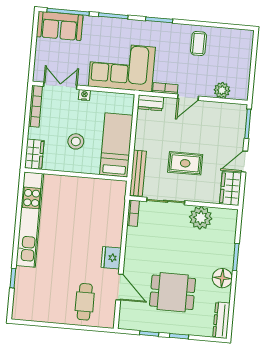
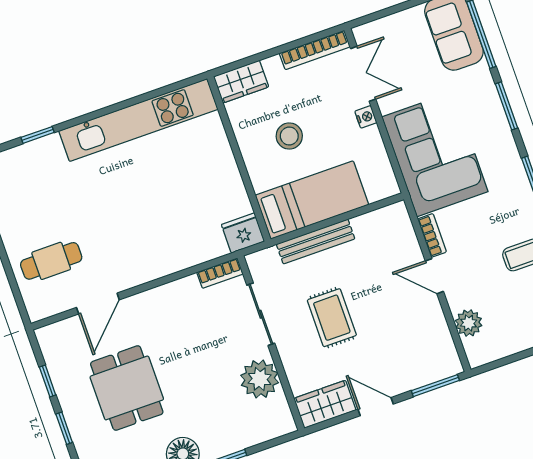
dresser: (150, 103) -> (400, 223), removed
bench: (138, 173) -> (316, 241), moved
fridge: (111, 258) -> (243, 233), moved

